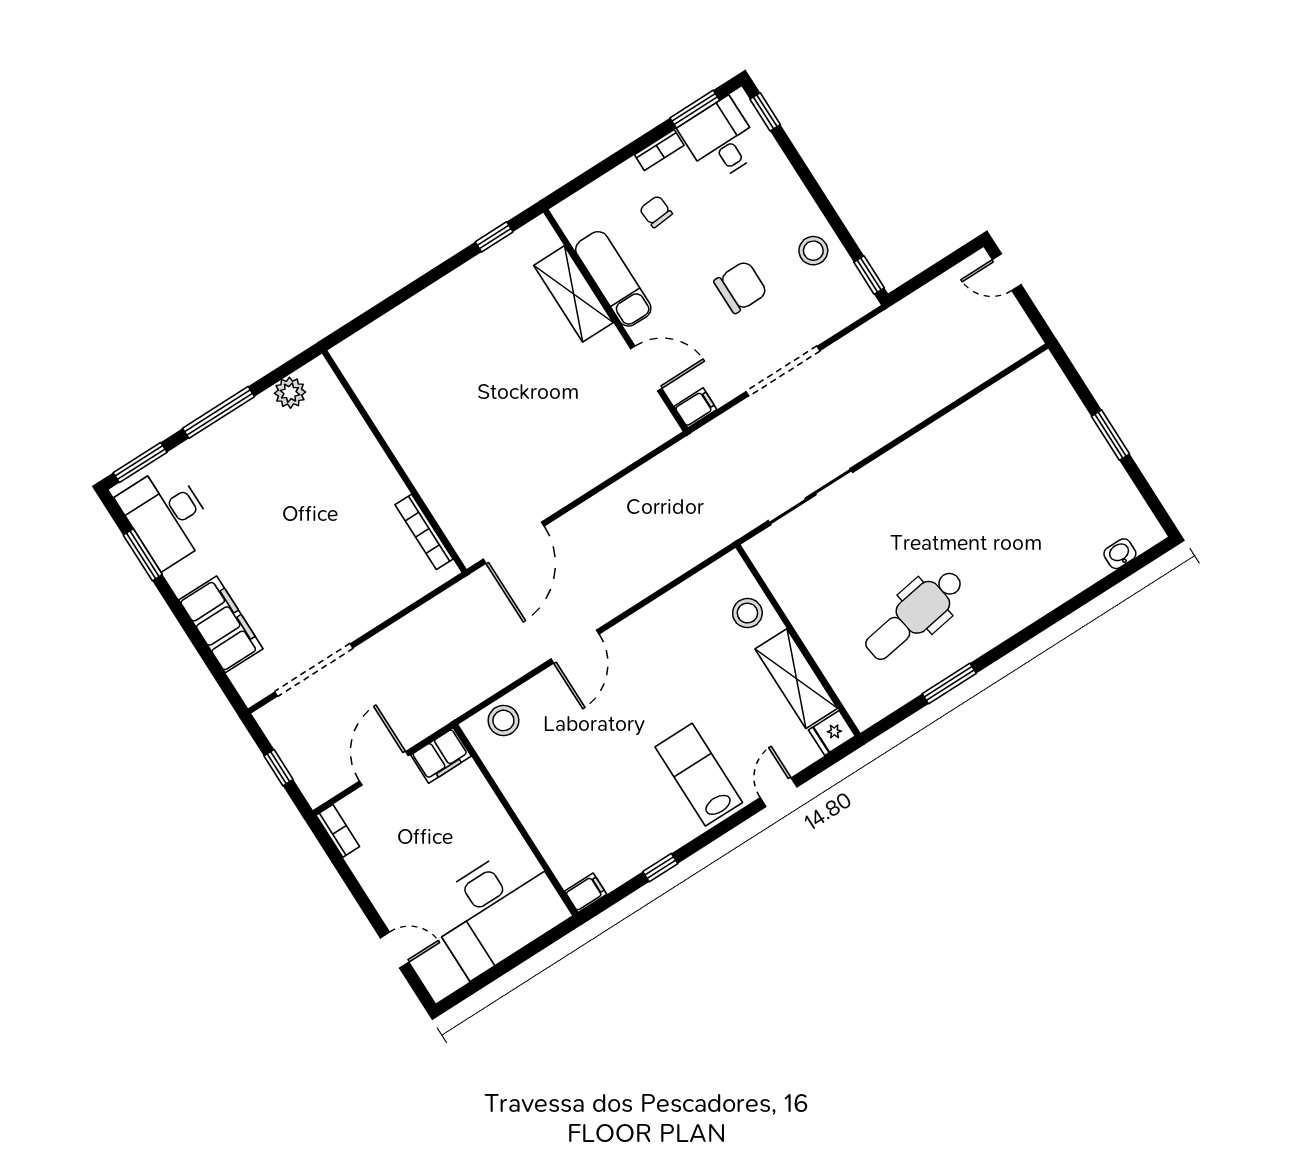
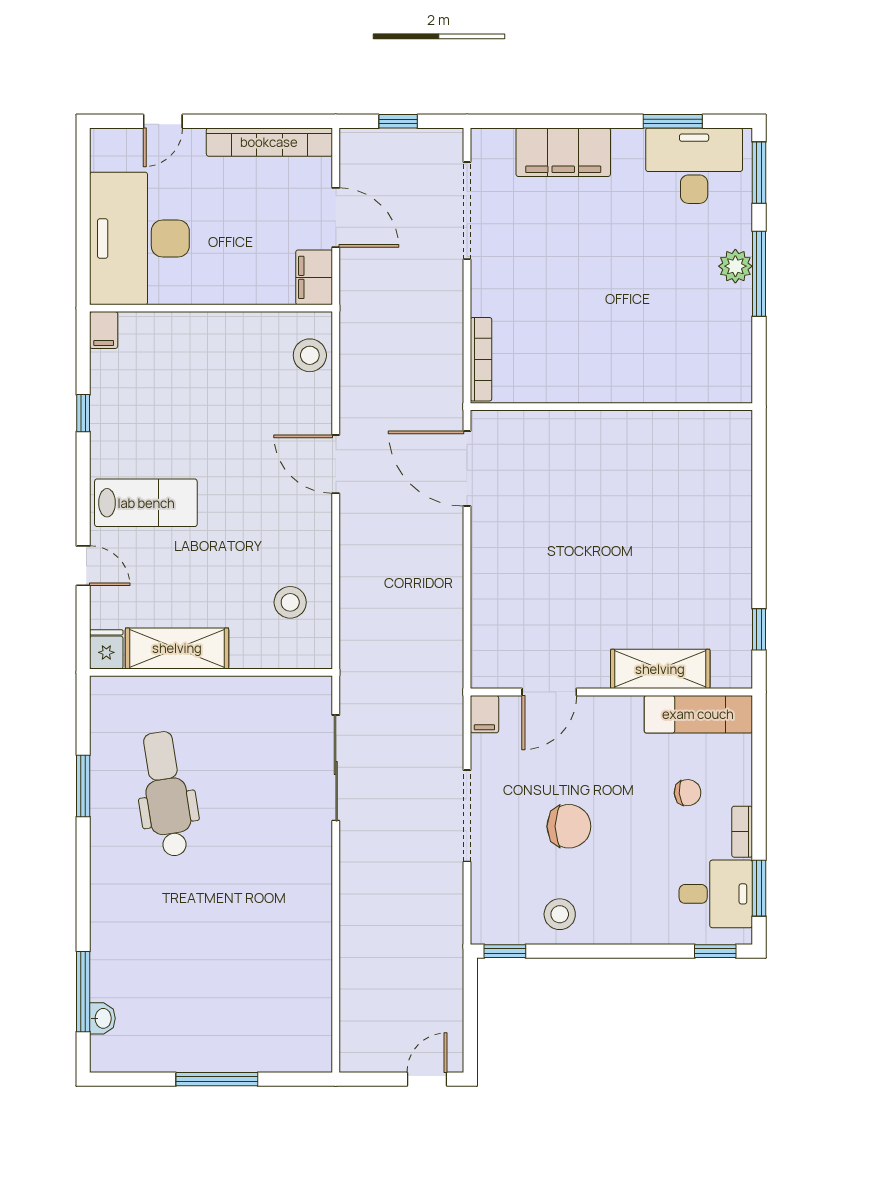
exam couch: (613, 279) -> (698, 714), moved
chair: (741, 287) -> (569, 826), turned -90
plant: (290, 393) -> (735, 266), moved
window: (1111, 435) -> (217, 1079), width x1.44
bookcase: (424, 532) -> (481, 359), moved, turned 90
window: (1109, 582) -> (83, 992), added
stool: (747, 613) -> (290, 602), moved
bookcase: (338, 831) -> (269, 142), width x2.31, depth x1.31

